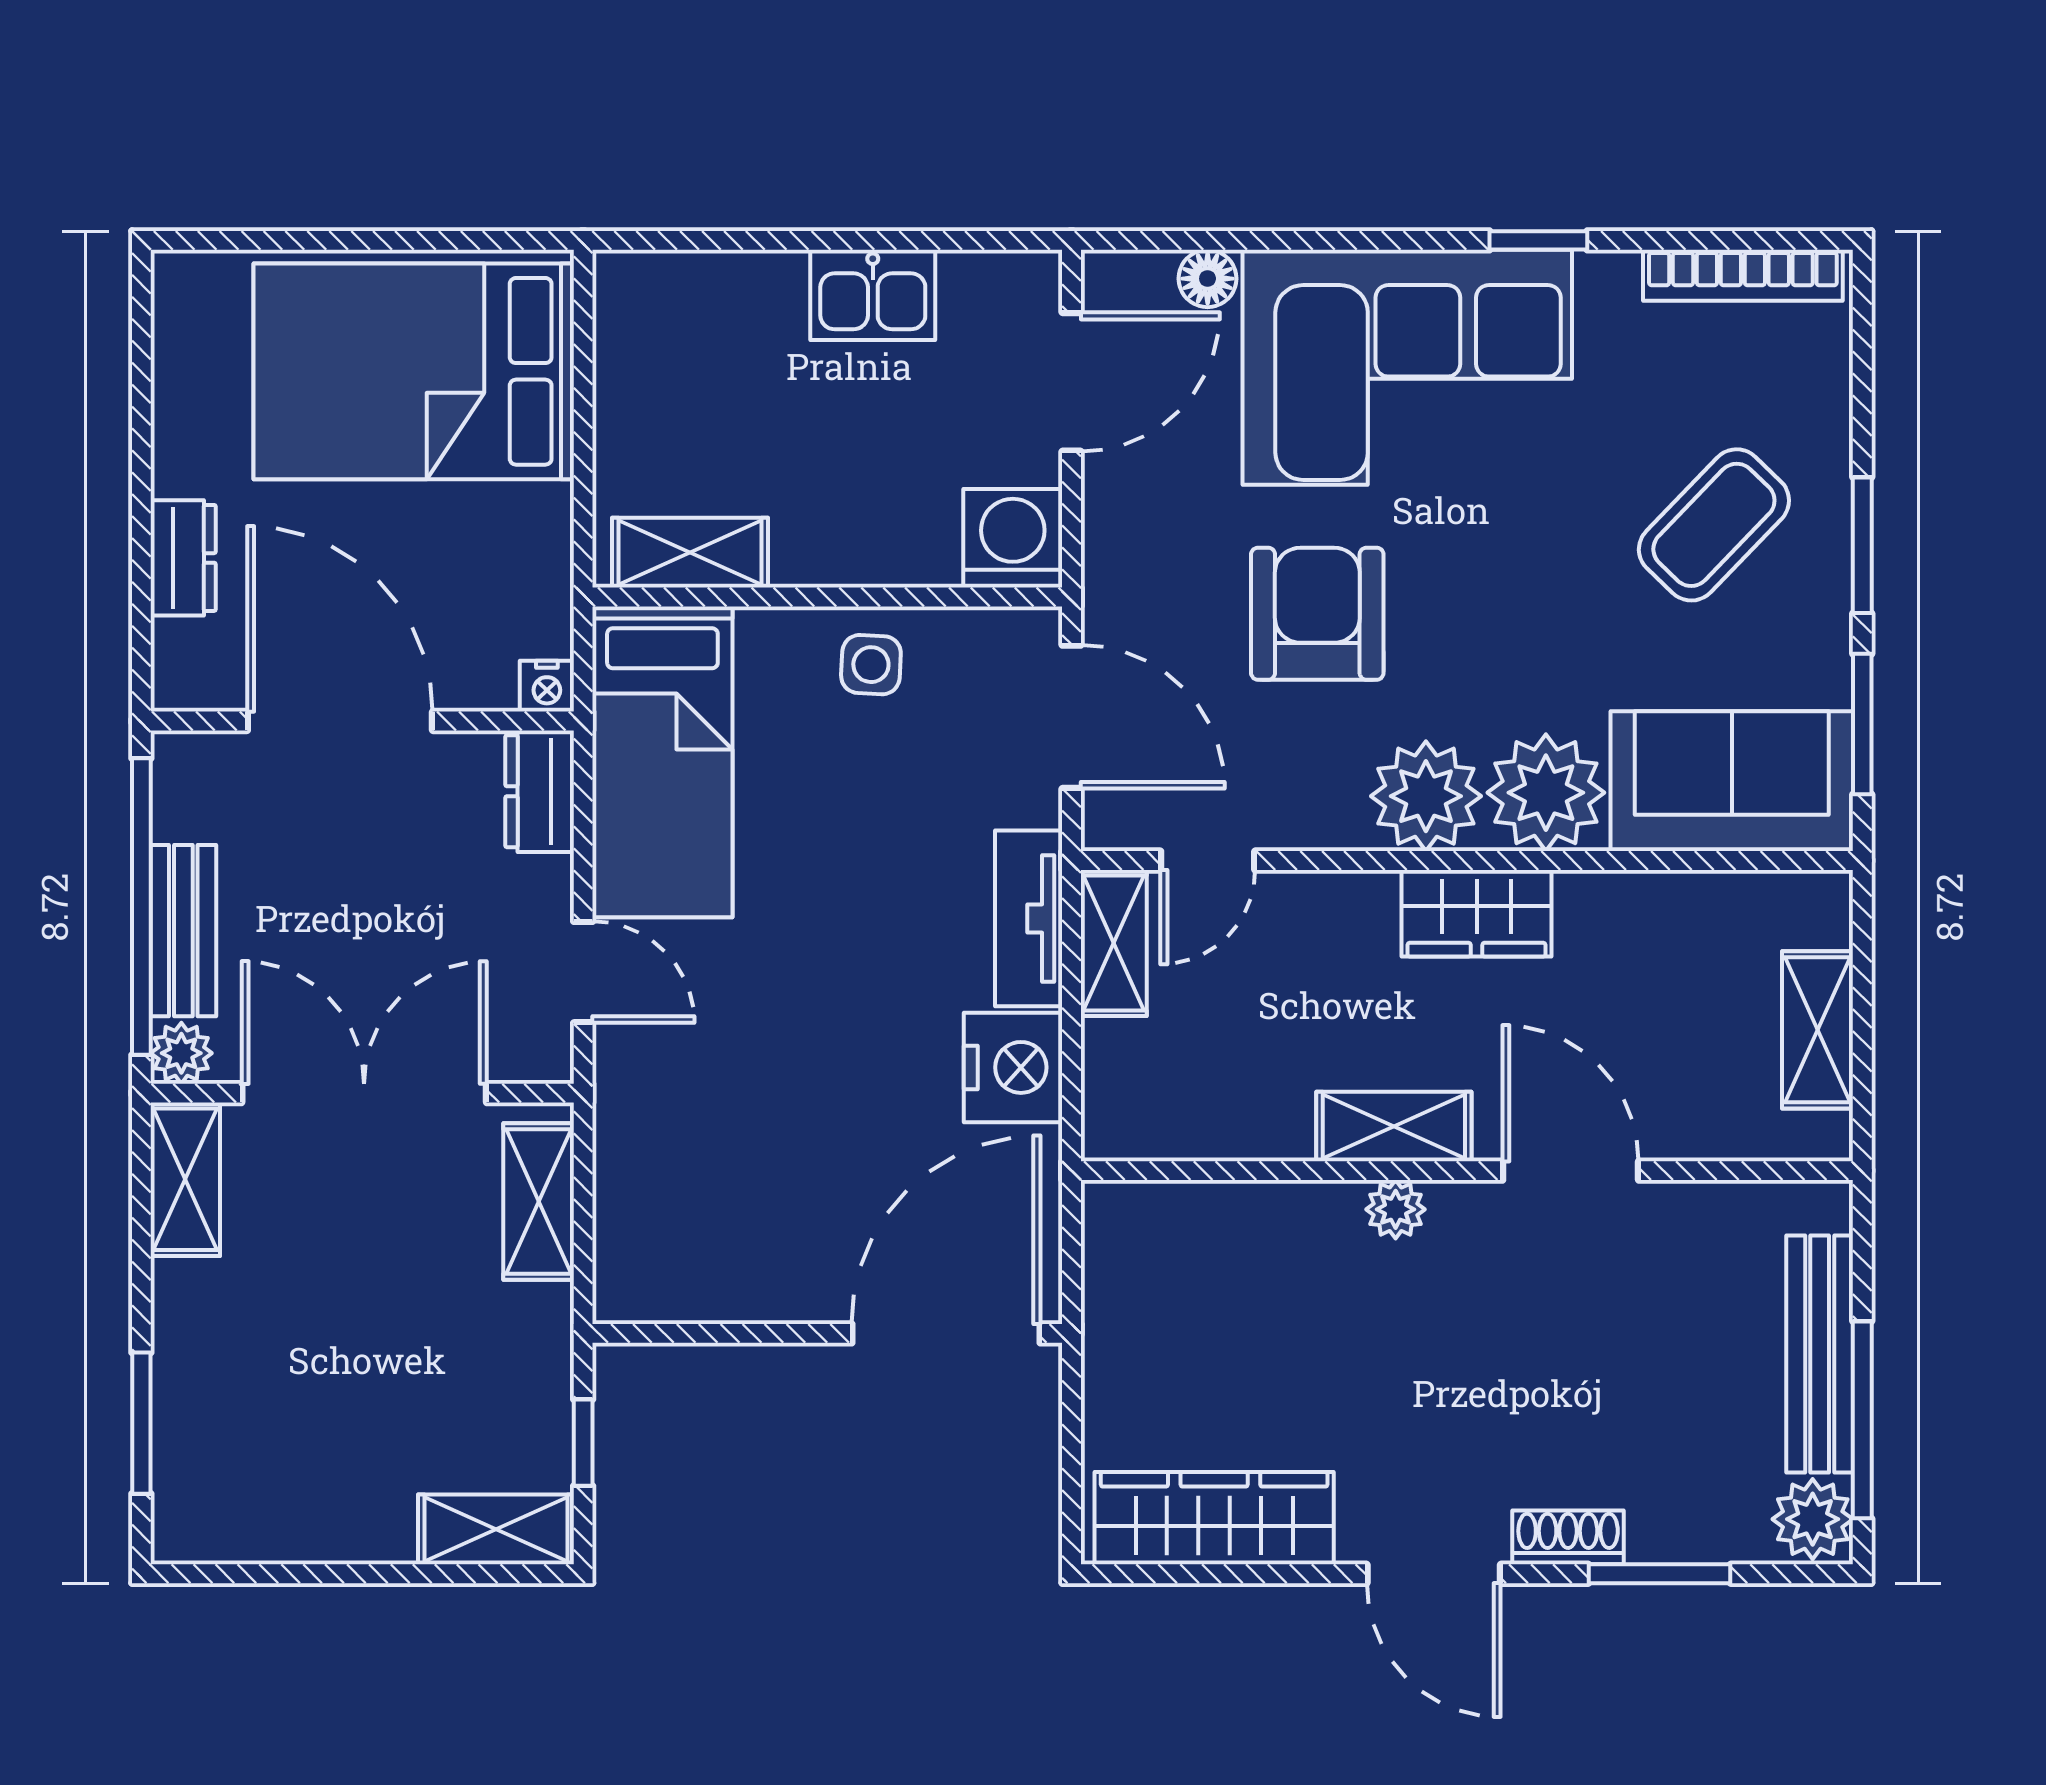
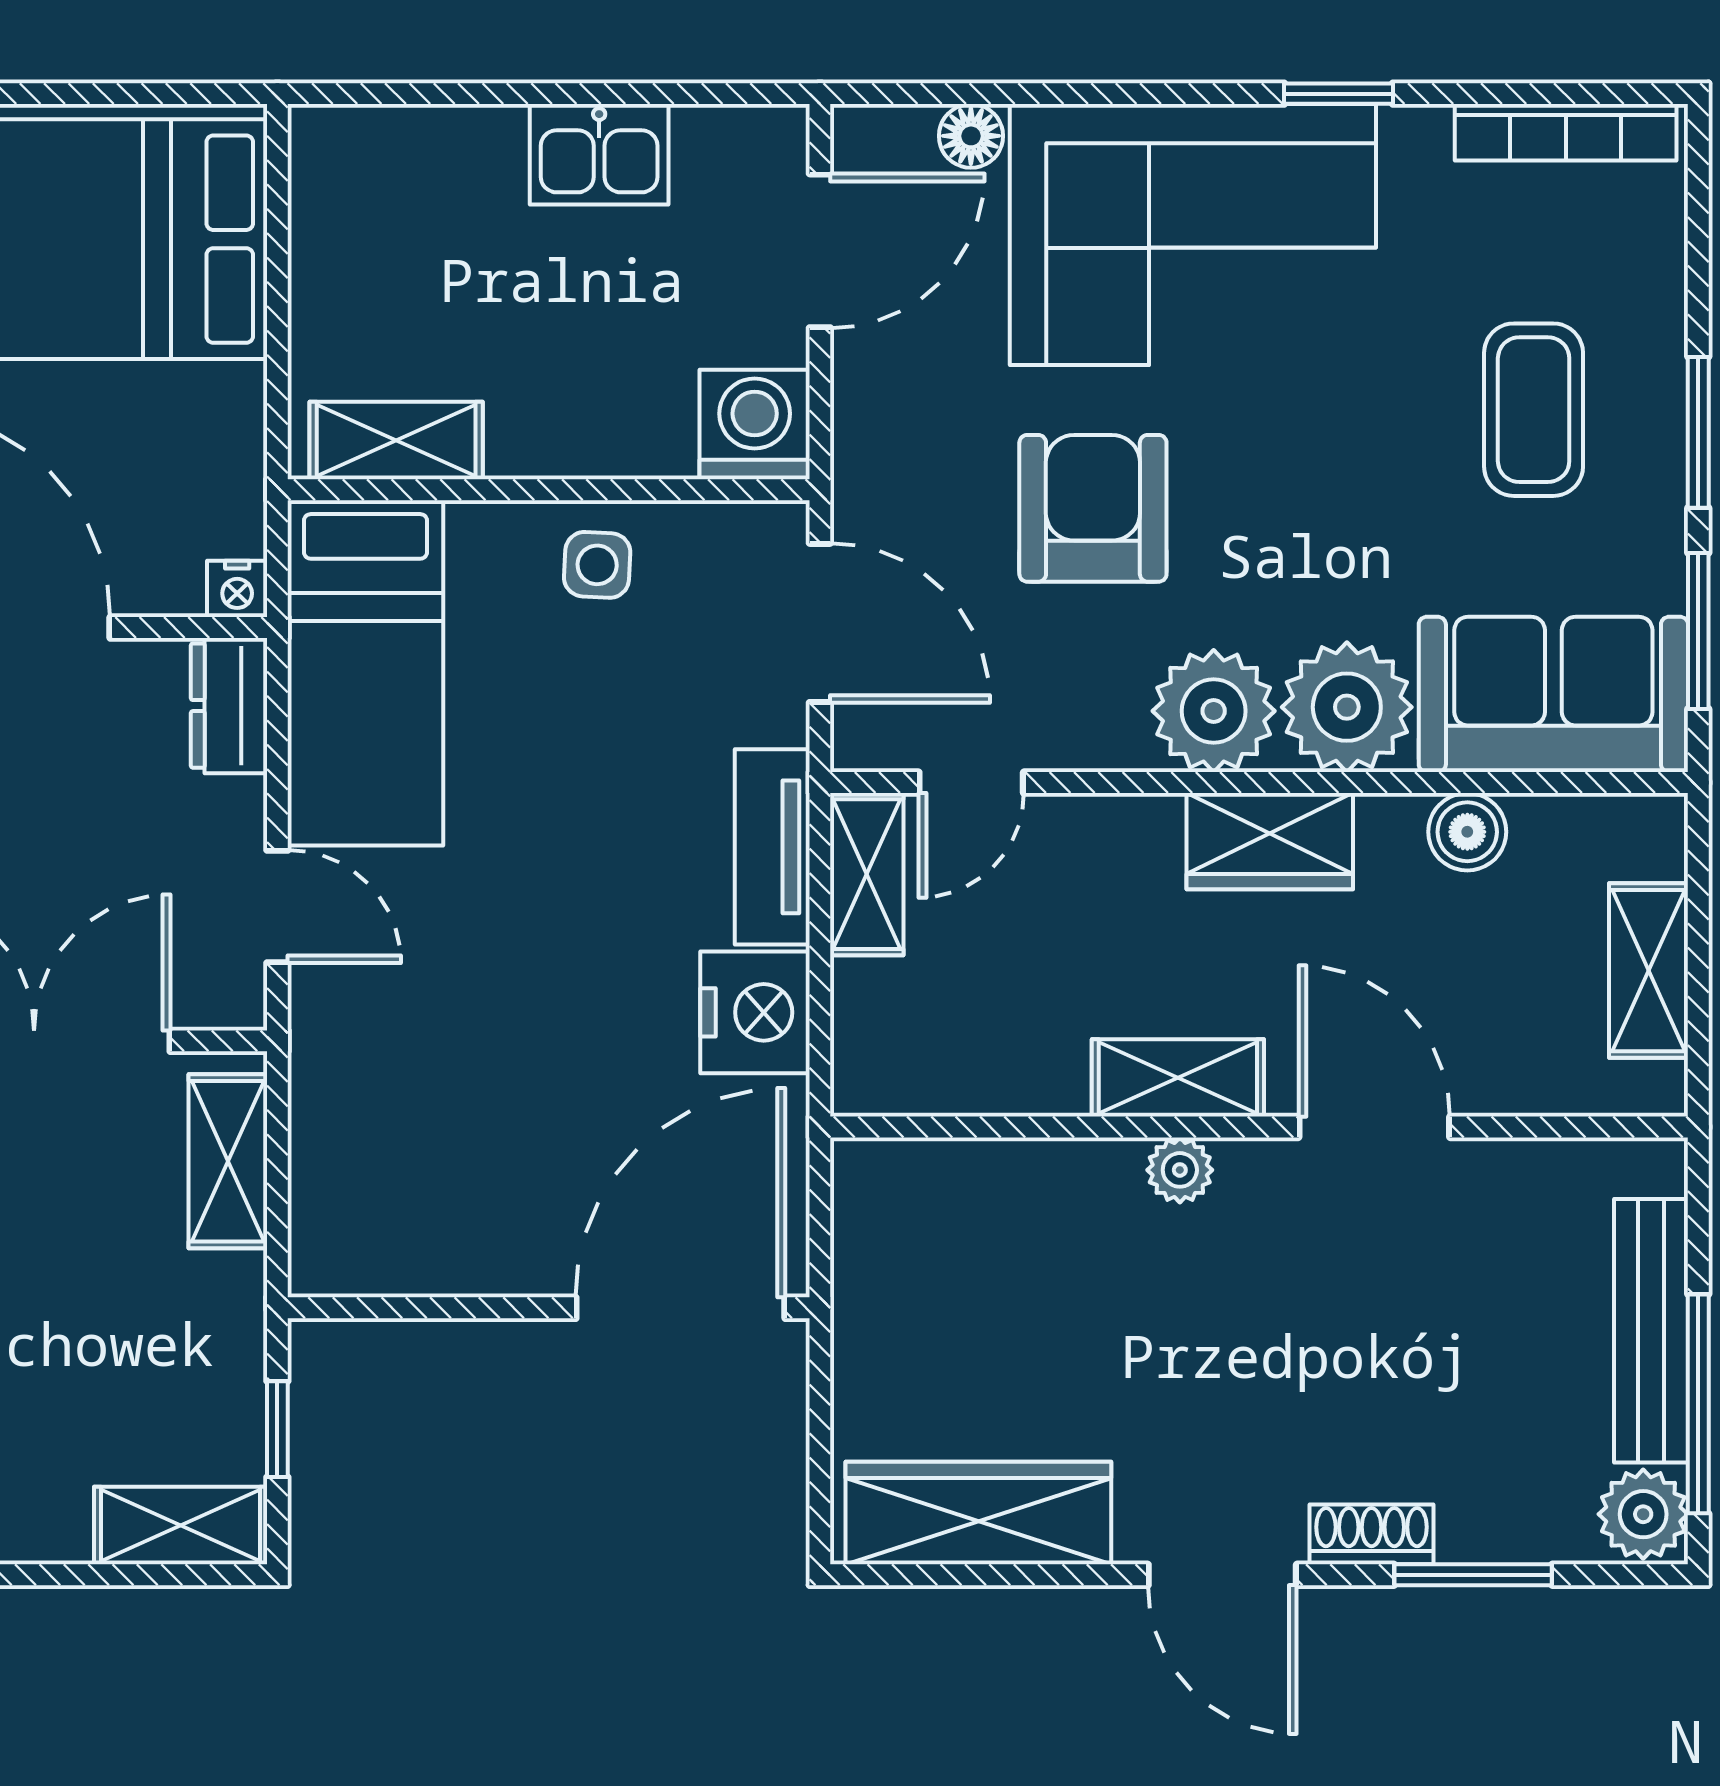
coffee table: (1714, 525) -> (1534, 410), turned -44
boiler: (1654, 905) -> (1467, 832), added

